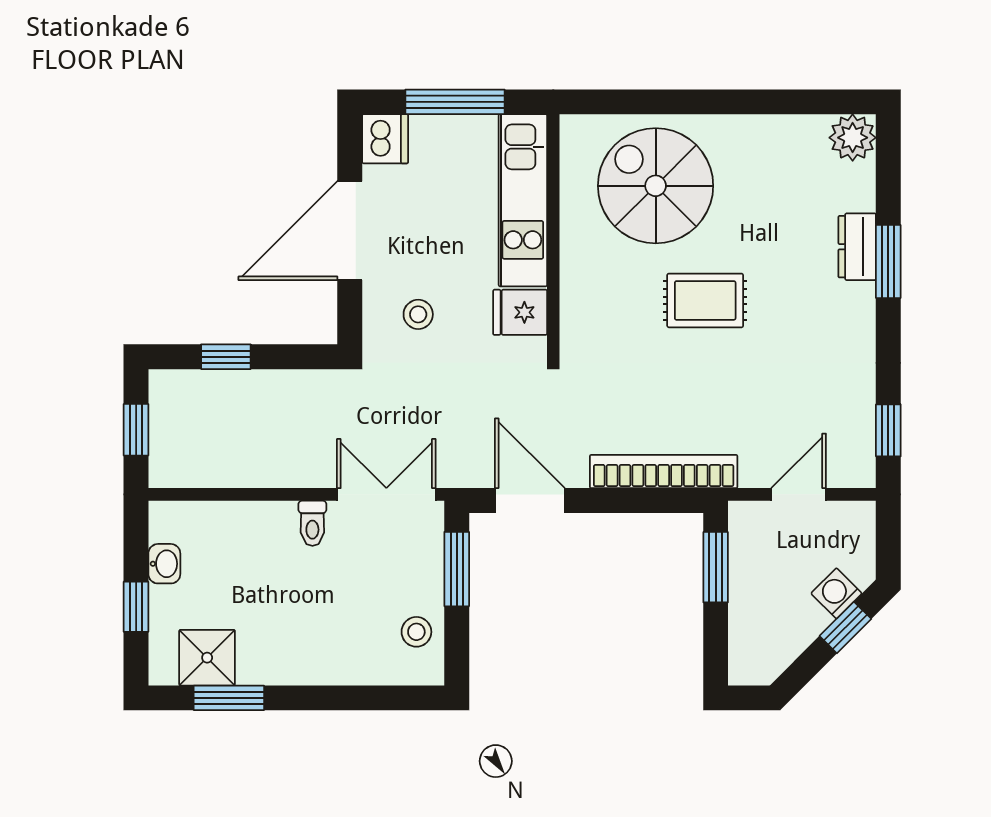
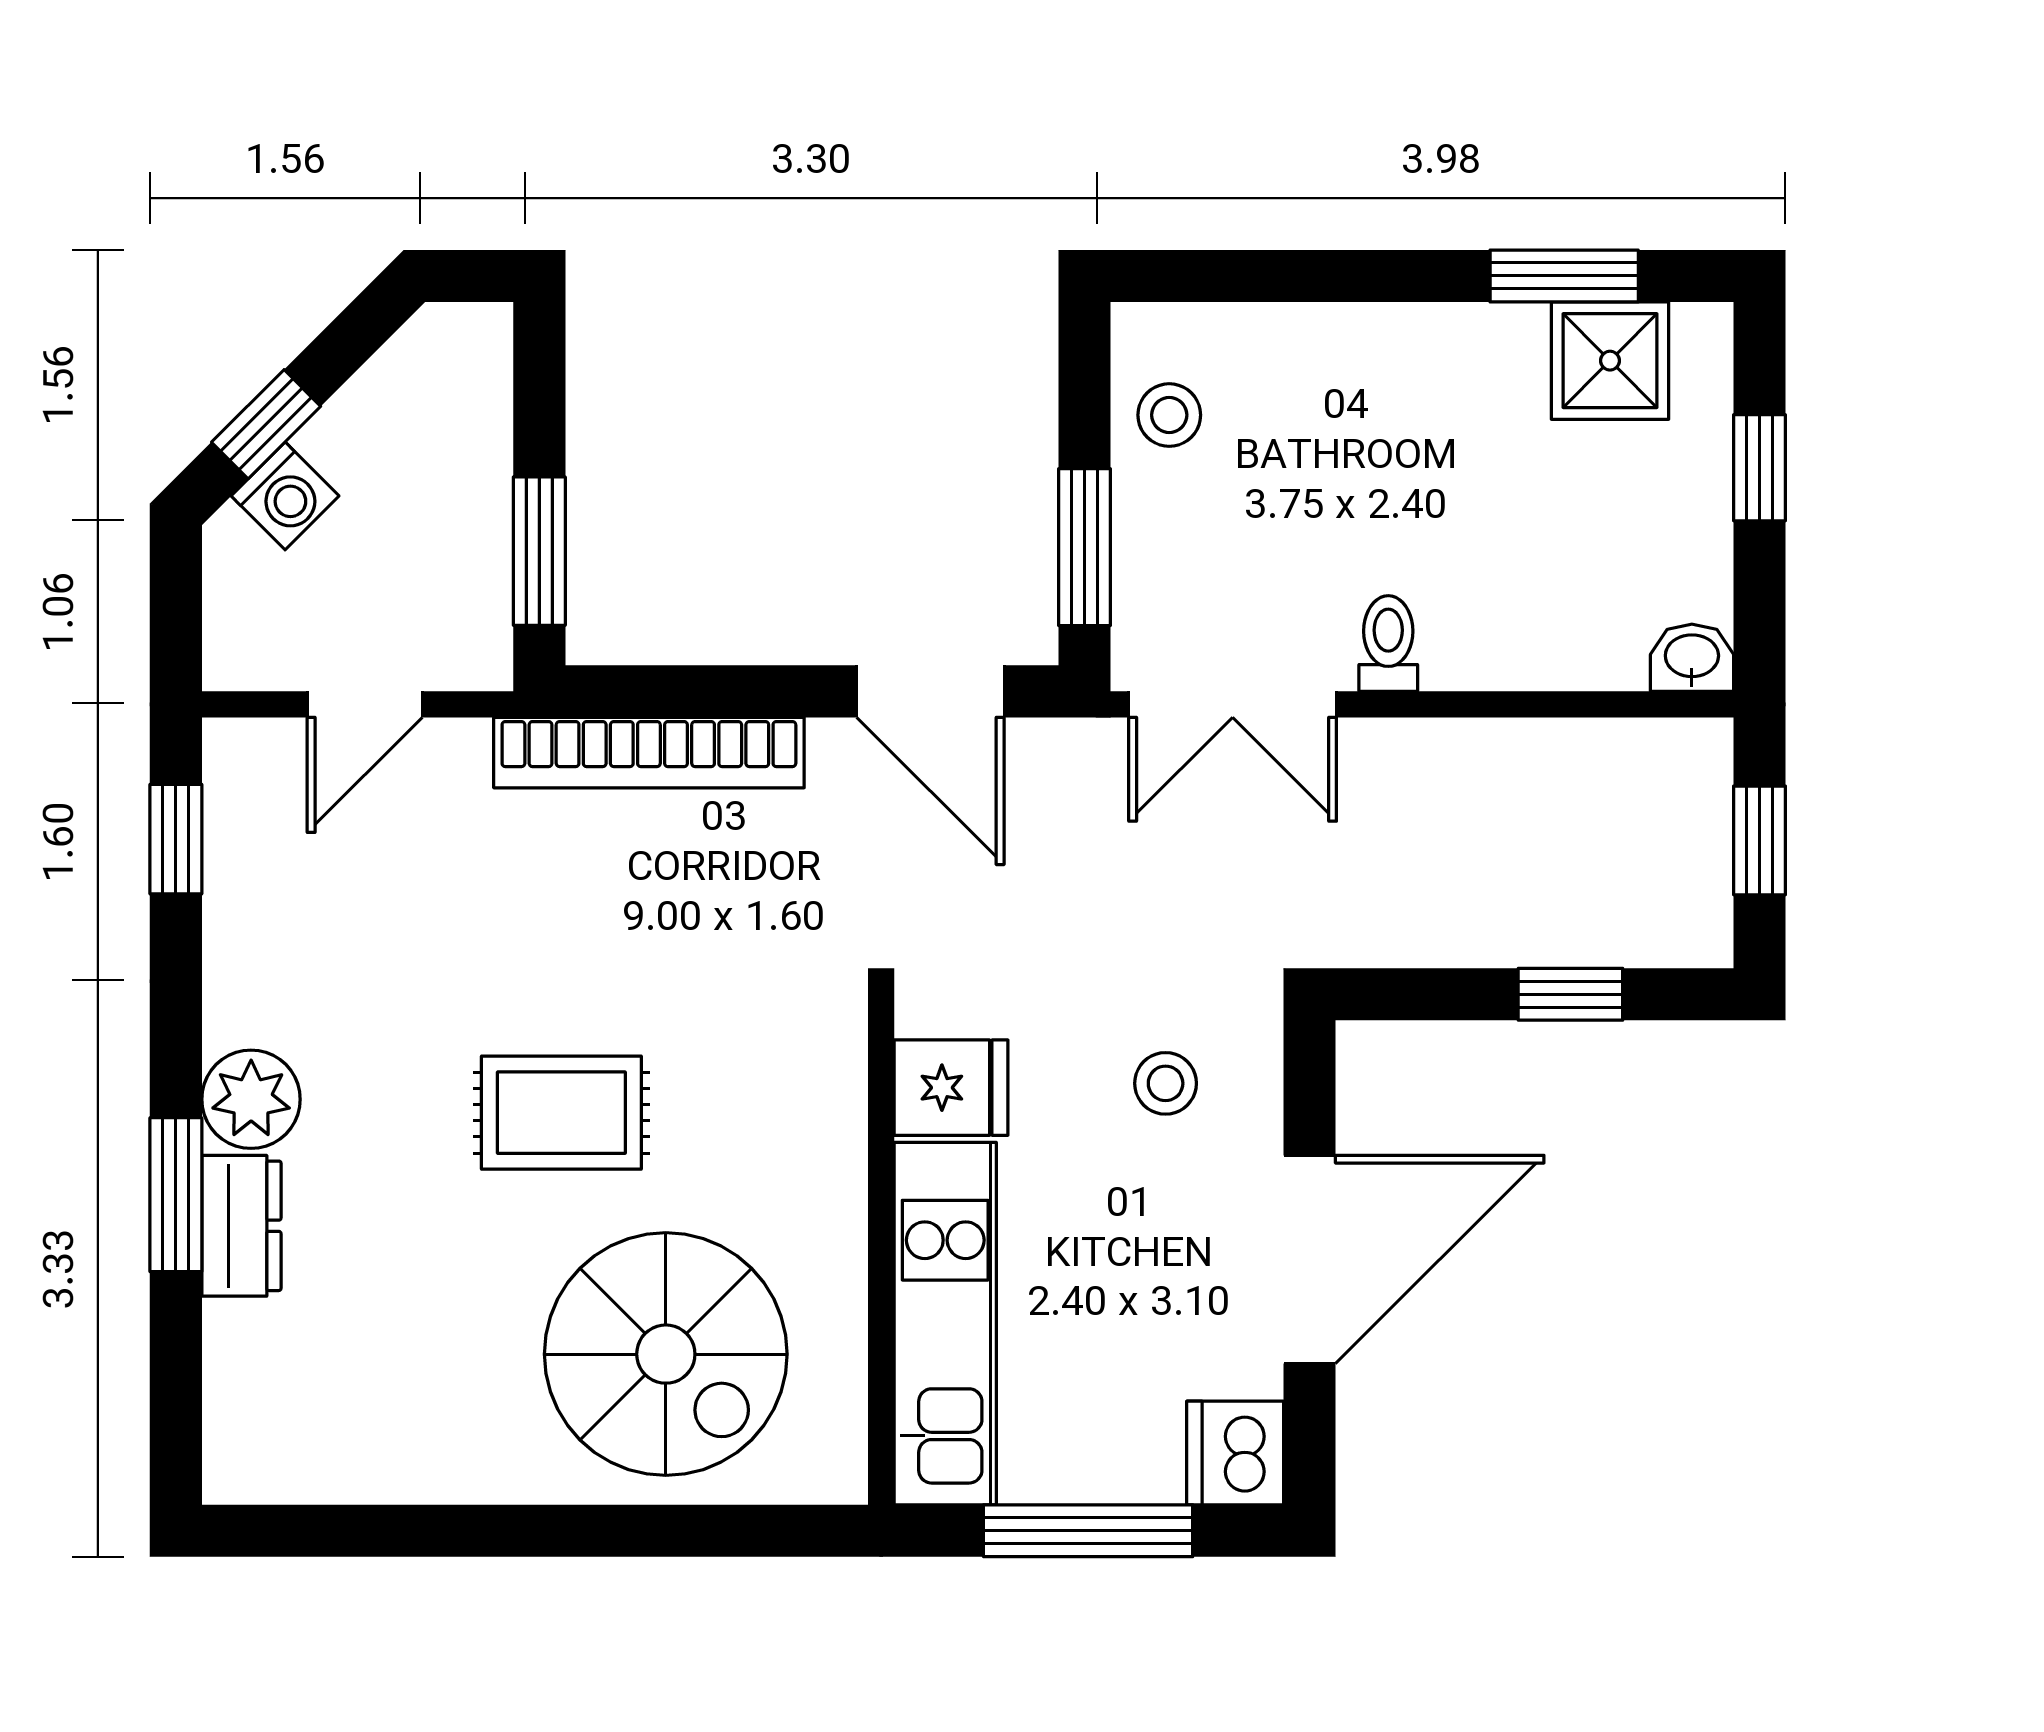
plant: (853, 138) -> (251, 1099), moved
washbasin: (164, 564) -> (1692, 658), moved, turned 90

